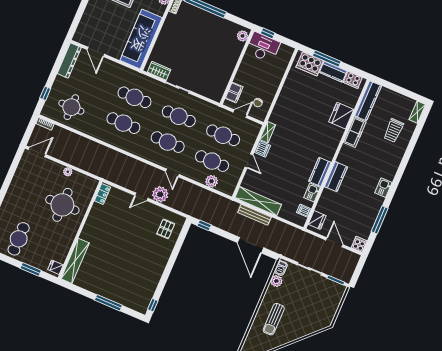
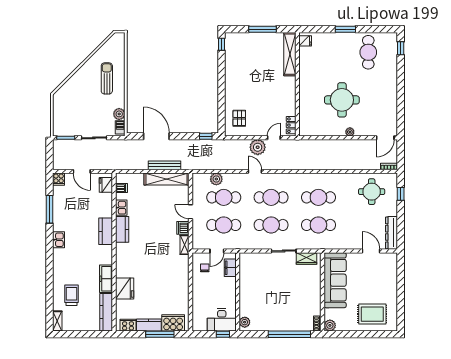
locker: (102, 194) -> (291, 125), moved
wall: (80, 230) -> (297, 84), moved
shelving: (75, 261) -> (290, 54), moved
fridge: (56, 267) -> (305, 41), moved

